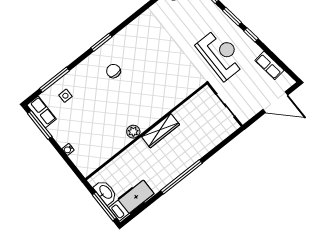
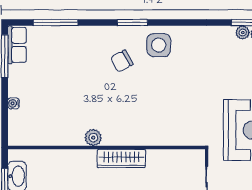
chair: (114, 71) -> (122, 61), turned -119
side table: (65, 96) -> (159, 45), moved, width x1.87, depth x1.87

